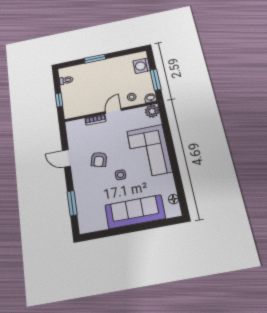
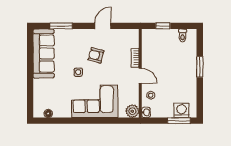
window: (156, 80) -> (179, 121), moved
sofa: (135, 212) -> (44, 53), moved

